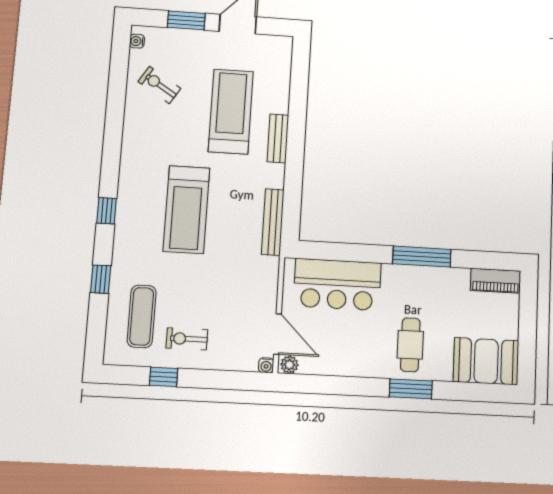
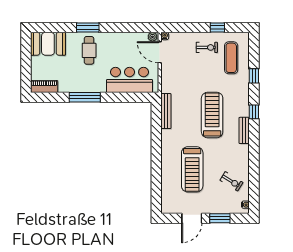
bench: (278, 138) -> (244, 130), moved

